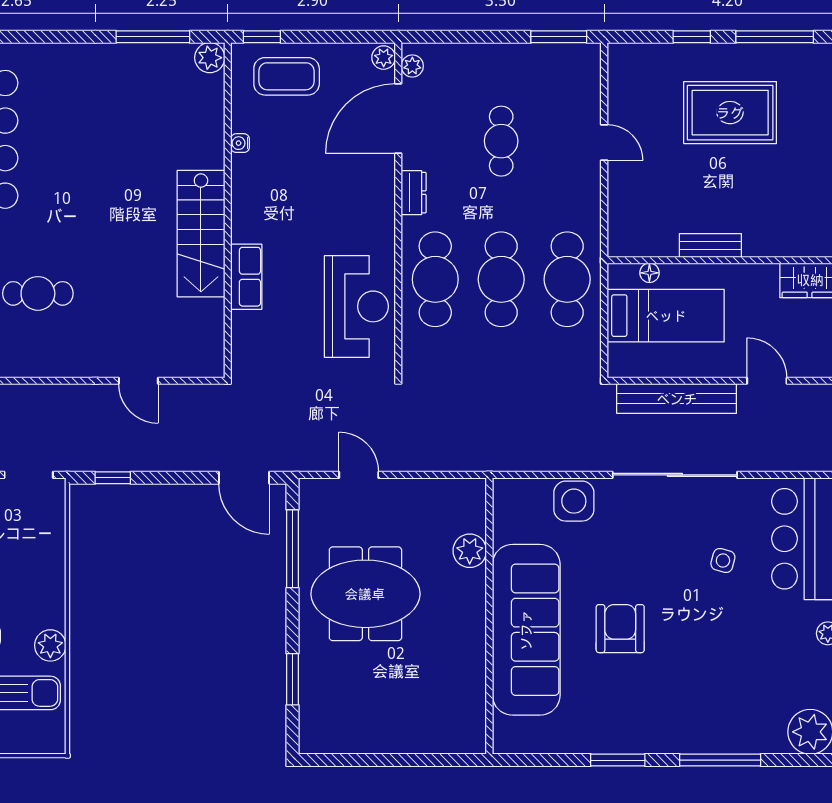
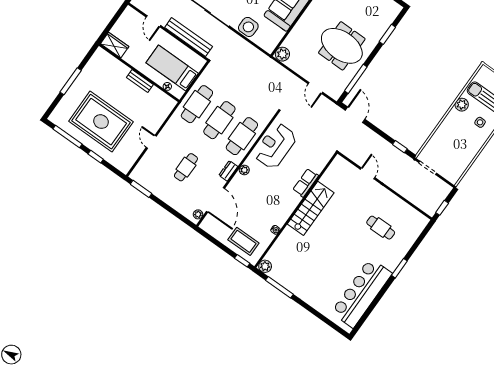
plant: (384, 58) -> (244, 170), moved
rug: (730, 113) -> (101, 122), width x1.37, depth x1.44
door: (398, 119) -> (216, 200), hinge flipped
plant: (470, 551) -> (282, 54), moved

